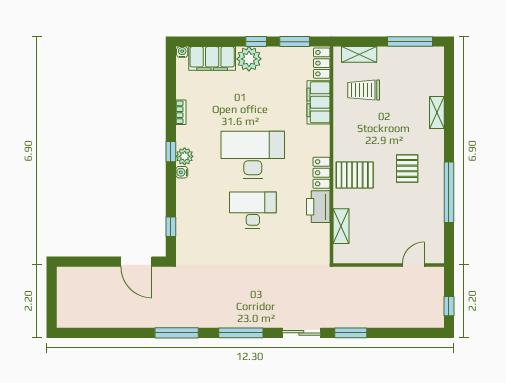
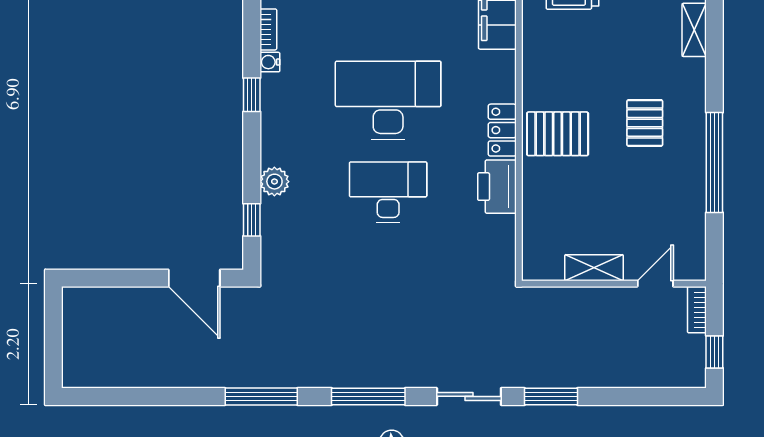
plant: (185, 156) -> (274, 182), moved
water cooler: (182, 172) -> (270, 62), moved
shelving: (341, 226) -> (594, 268), moved, turned 90
bookcase: (438, 281) -> (697, 310), added

